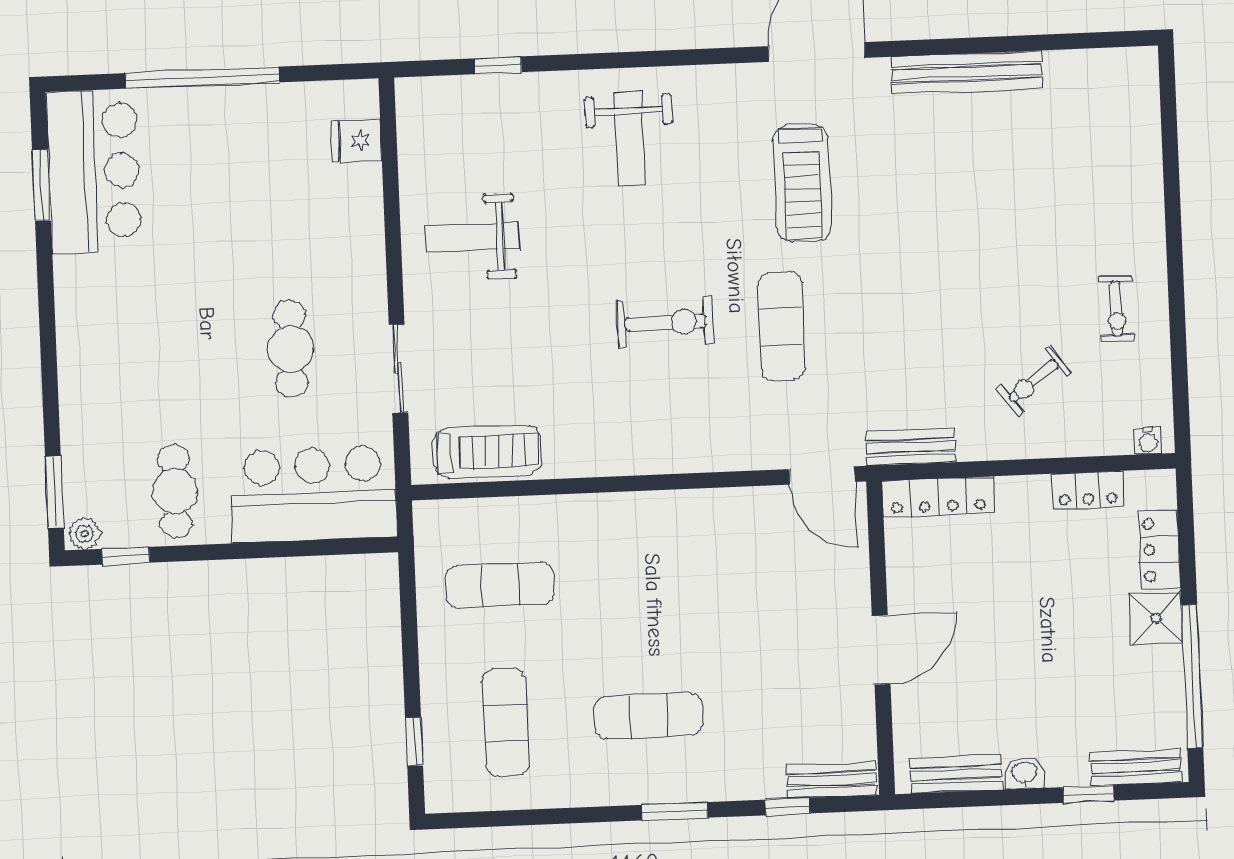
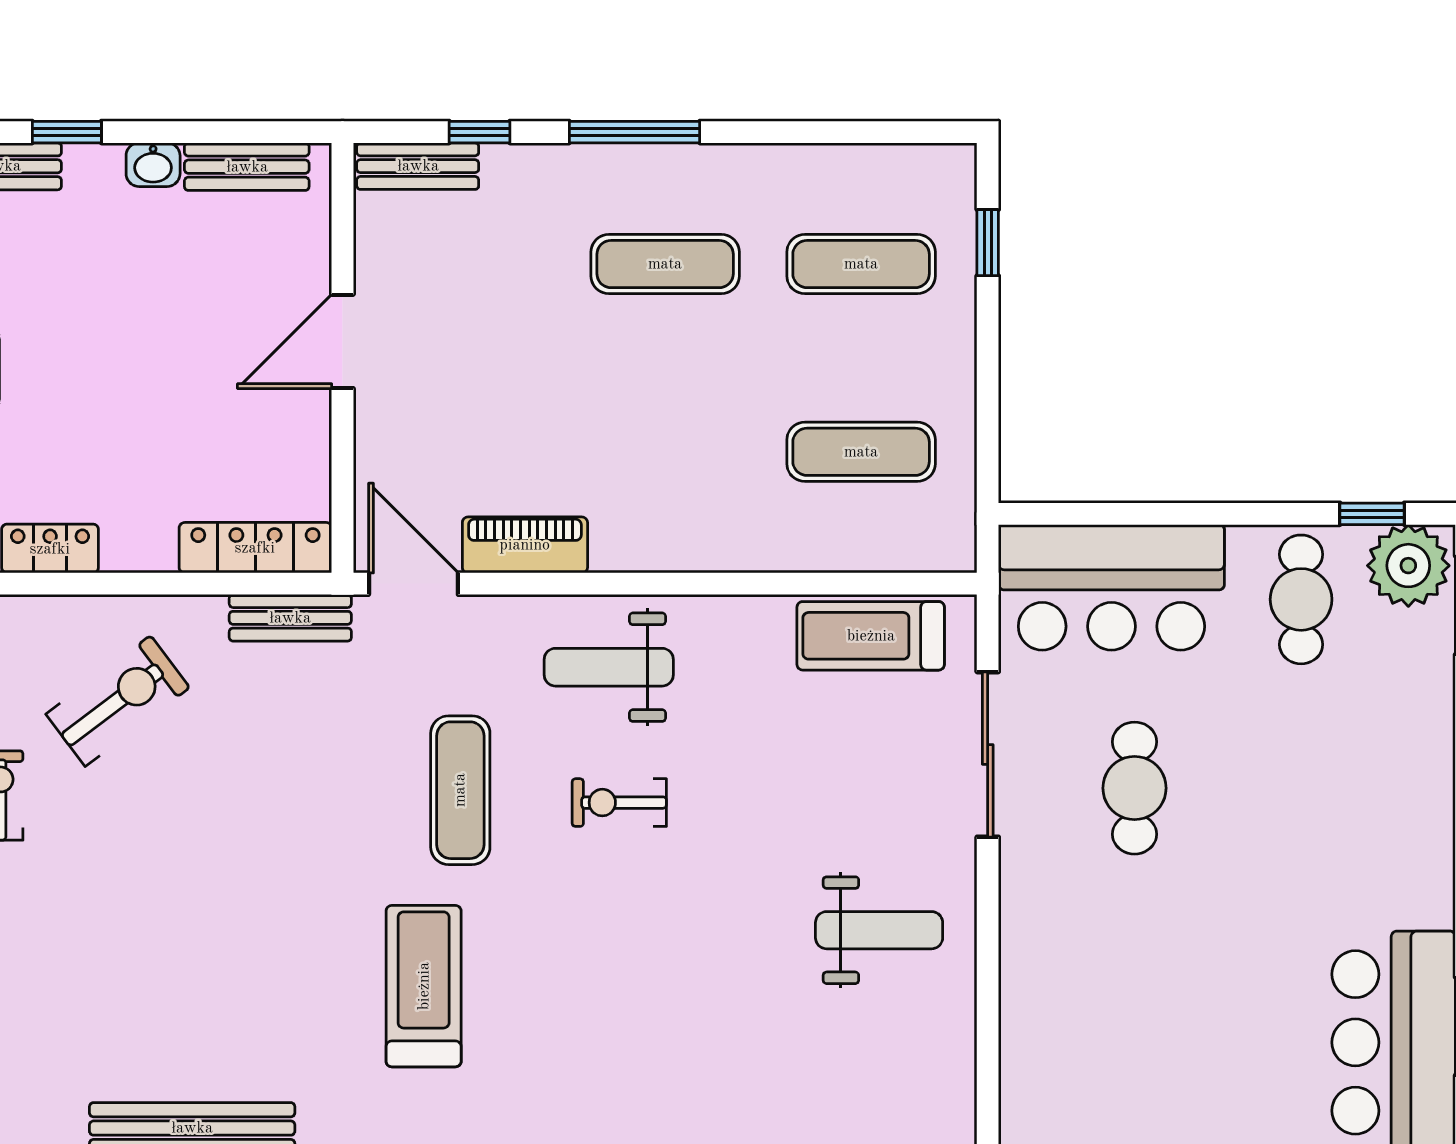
weight bench: (630, 139) -> (609, 667), moved, turned -90
fridge: (356, 141) -> (1032, 1069), removed
exercise bike: (665, 322) -> (619, 803), width x0.73, depth x0.72
sliding door: (398, 369) -> (988, 754), width x1.37
exercise bike: (1034, 381) -> (118, 701), width x1.38, depth x1.39
piano: (742, 507) -> (525, 545), added
plant: (84, 534) -> (1408, 566), width x1.88, depth x1.88
exercise mat: (506, 722) -> (861, 264), turned 90
window: (675, 811) -> (635, 132), width x1.44

